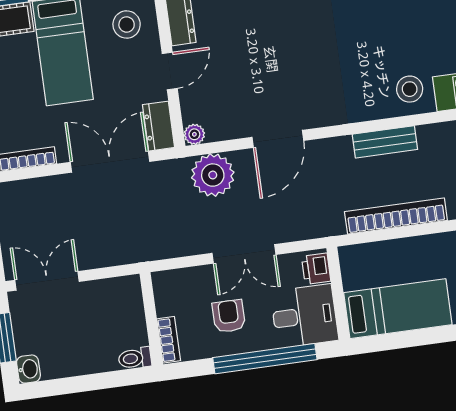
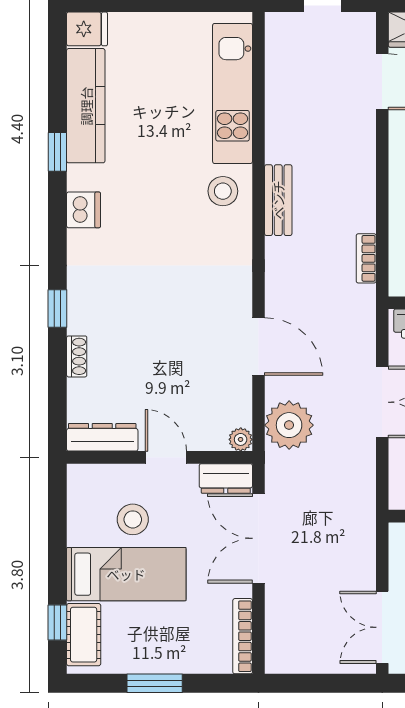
stool: (127, 25) -> (133, 519), moved
bench: (385, 142) -> (278, 200), moved
bookcase: (396, 216) -> (366, 258), width x0.43, depth x0.76

